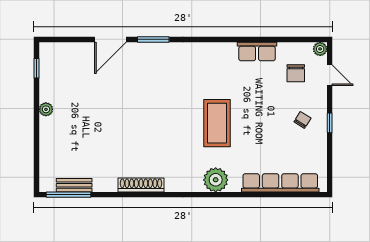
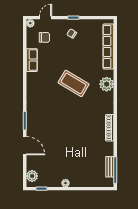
plant: (58, 52) -> (32, 176), added
coffee table: (217, 123) -> (74, 83), turned 31

